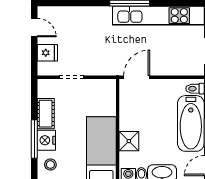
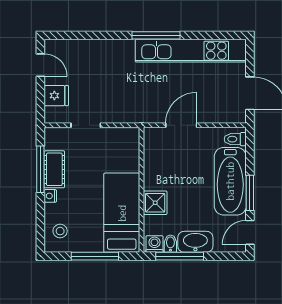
door: (137, 77) -> (181, 125), moved
window: (34, 139) -> (40, 169), moved
nightstand: (46, 140) -> (50, 196), width x0.53, depth x0.56

